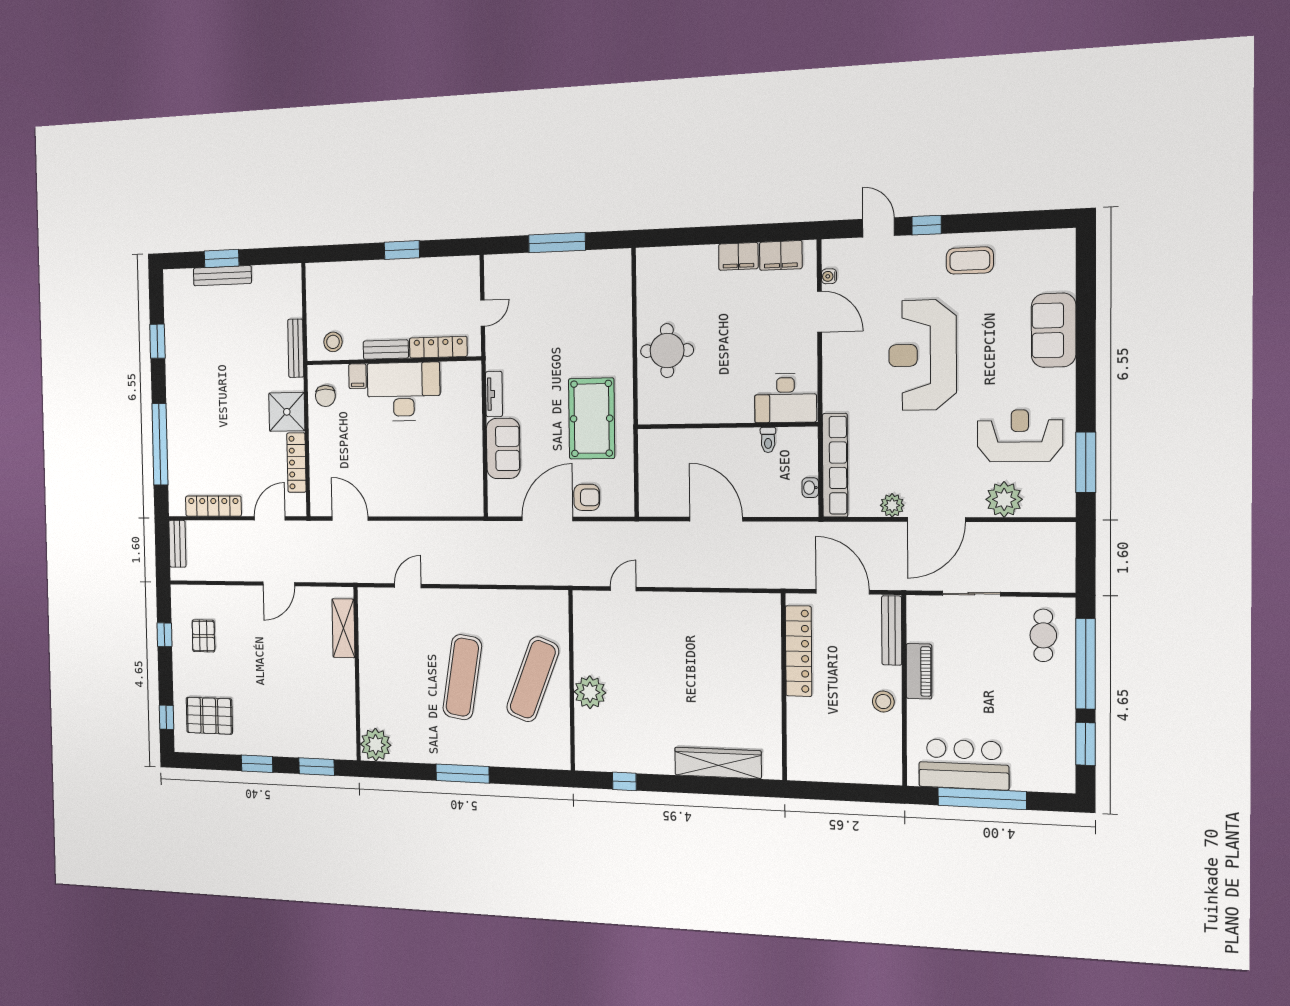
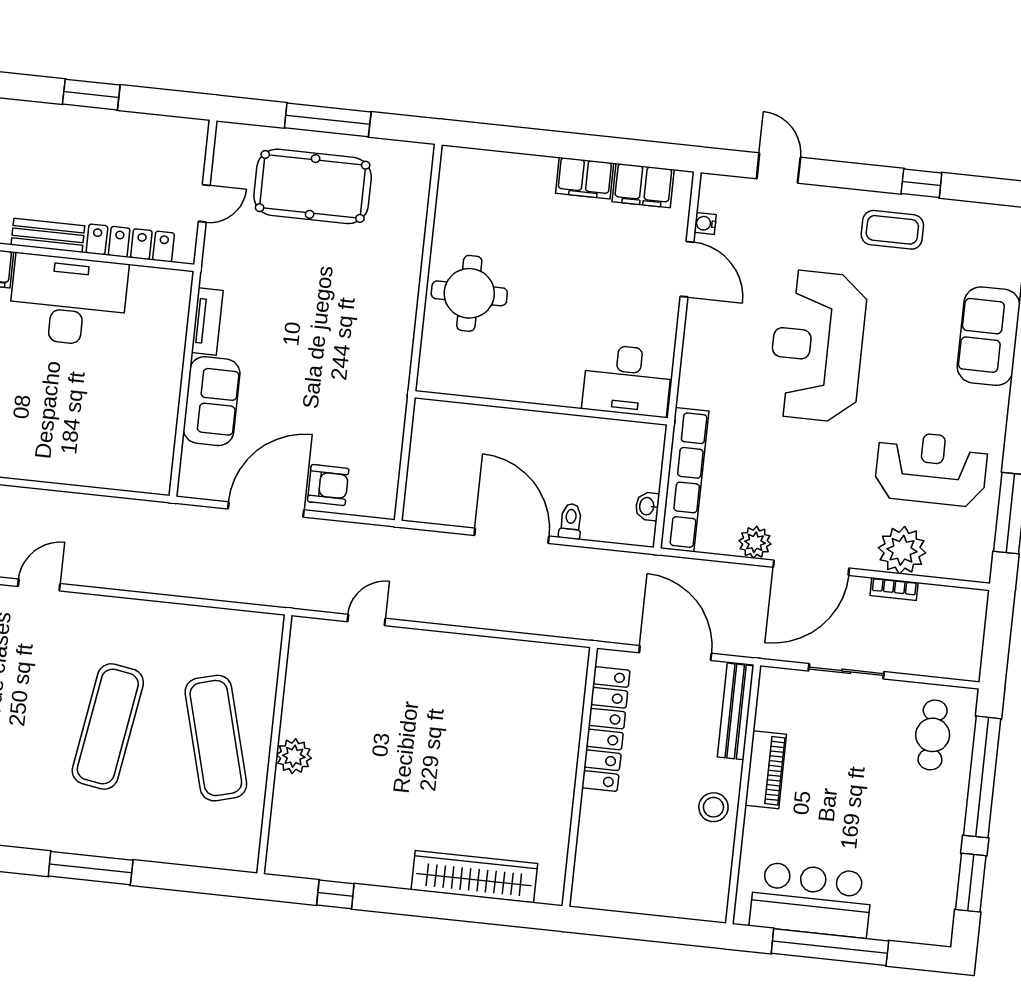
window: (927, 225) -> (921, 183), moved
pool table: (592, 419) -> (313, 186), moved, turned 90
toilet: (768, 440) -> (571, 521), moved, turned 180
bookcase: (1001, 529) -> (894, 589), added
exercise mat: (533, 679) -> (216, 738), turned -36
plant: (590, 692) -> (294, 756), width x0.73, depth x0.73

